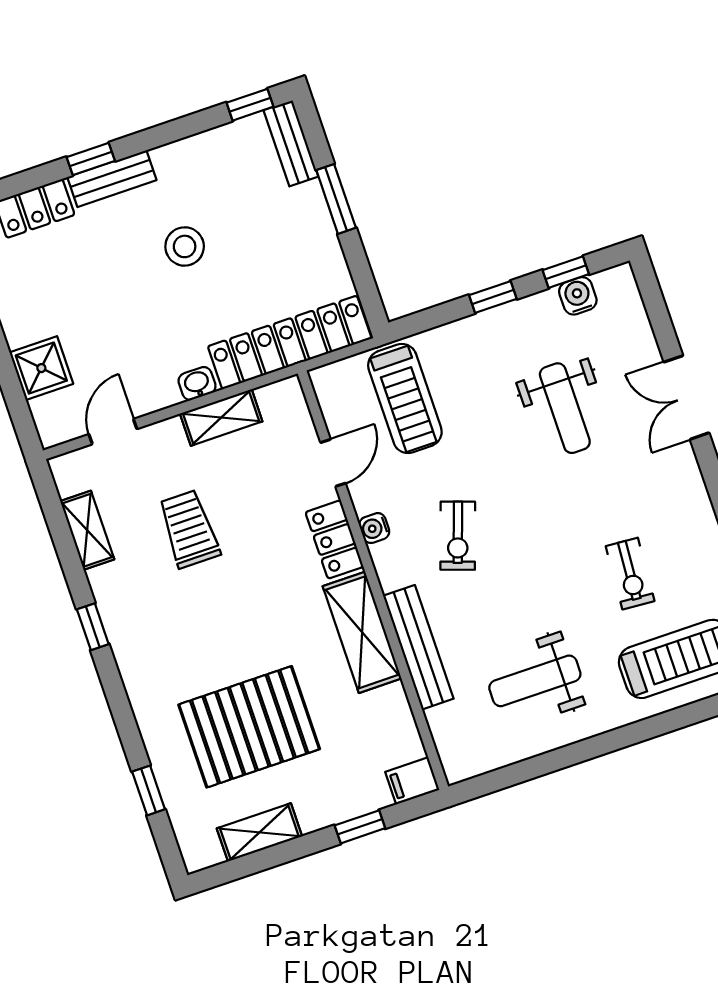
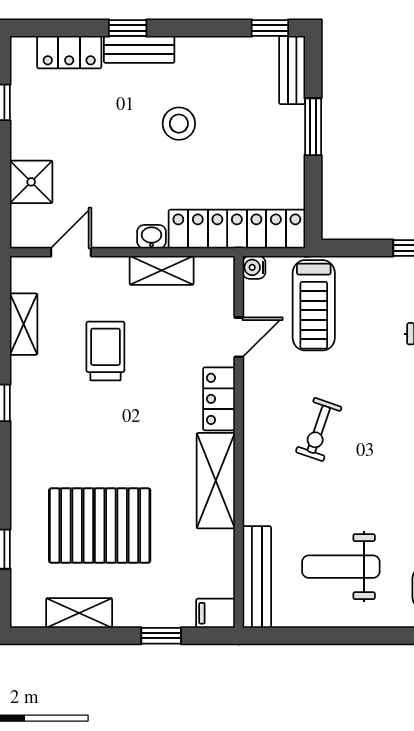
water cooler: (374, 528) -> (254, 267), moved
bench: (418, 647) -> (257, 577), moved

